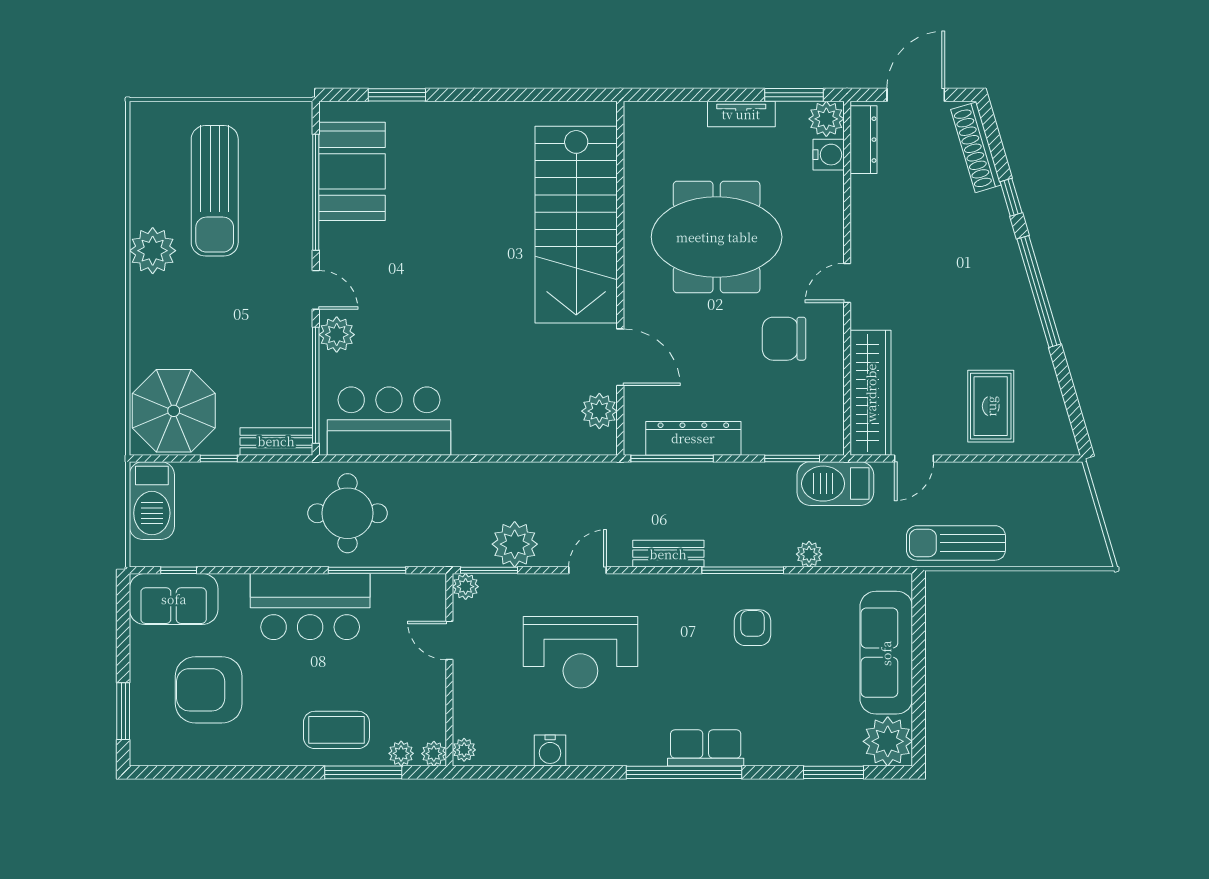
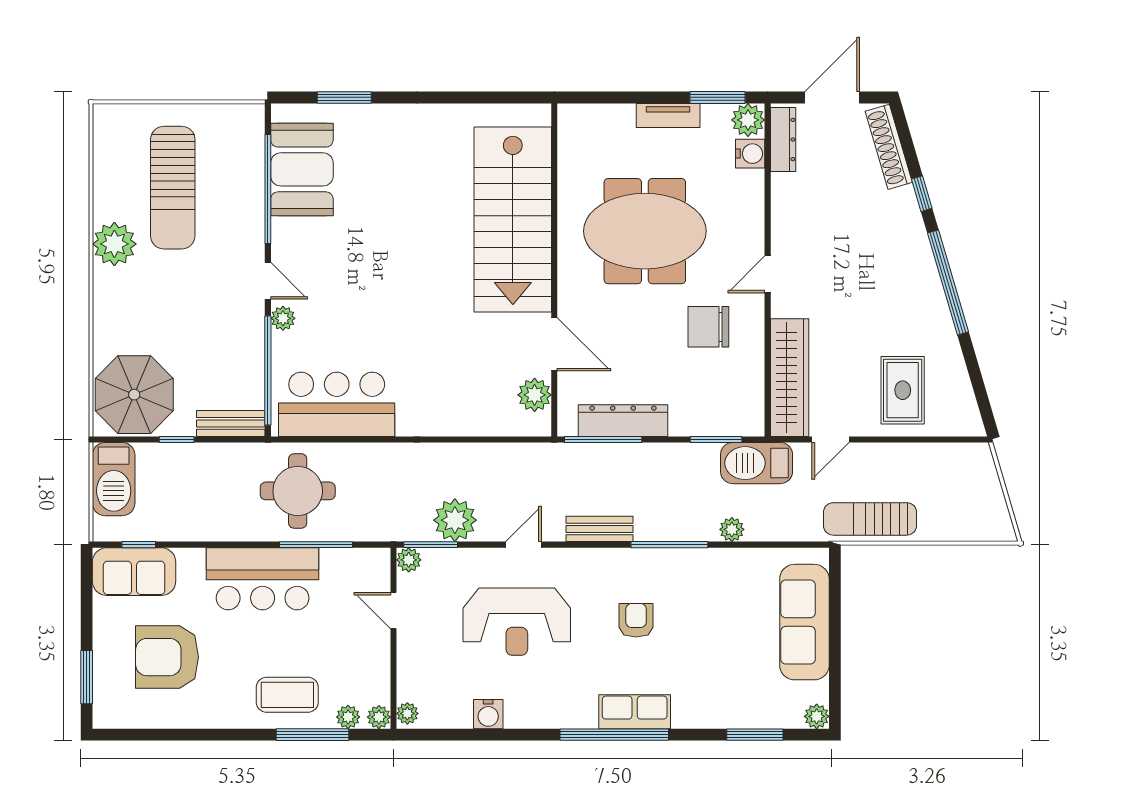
plant: (337, 335) -> (283, 318), width x0.73, depth x0.73
armchair: (752, 628) -> (636, 620), moved
plant: (888, 741) -> (817, 716), width x0.53, depth x0.53

